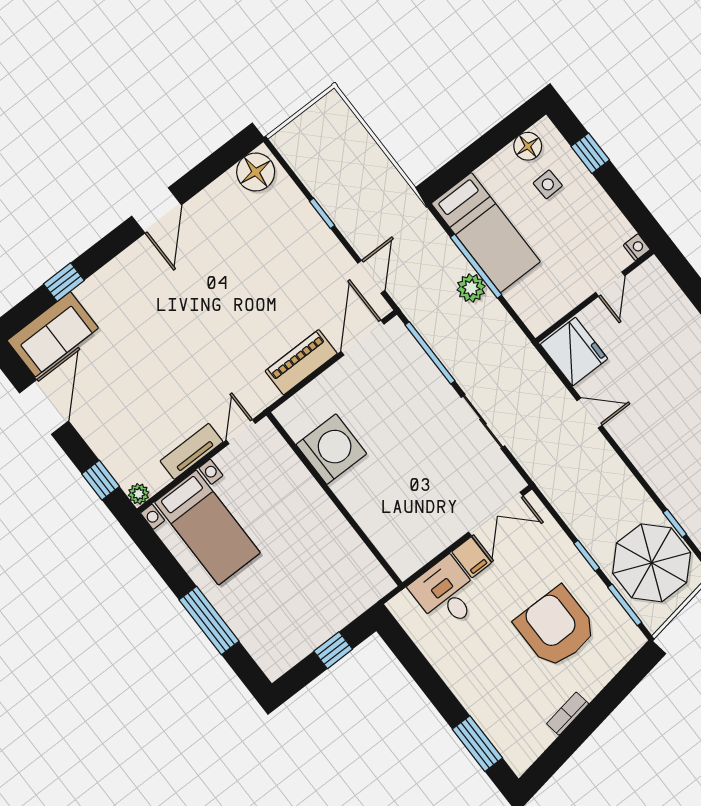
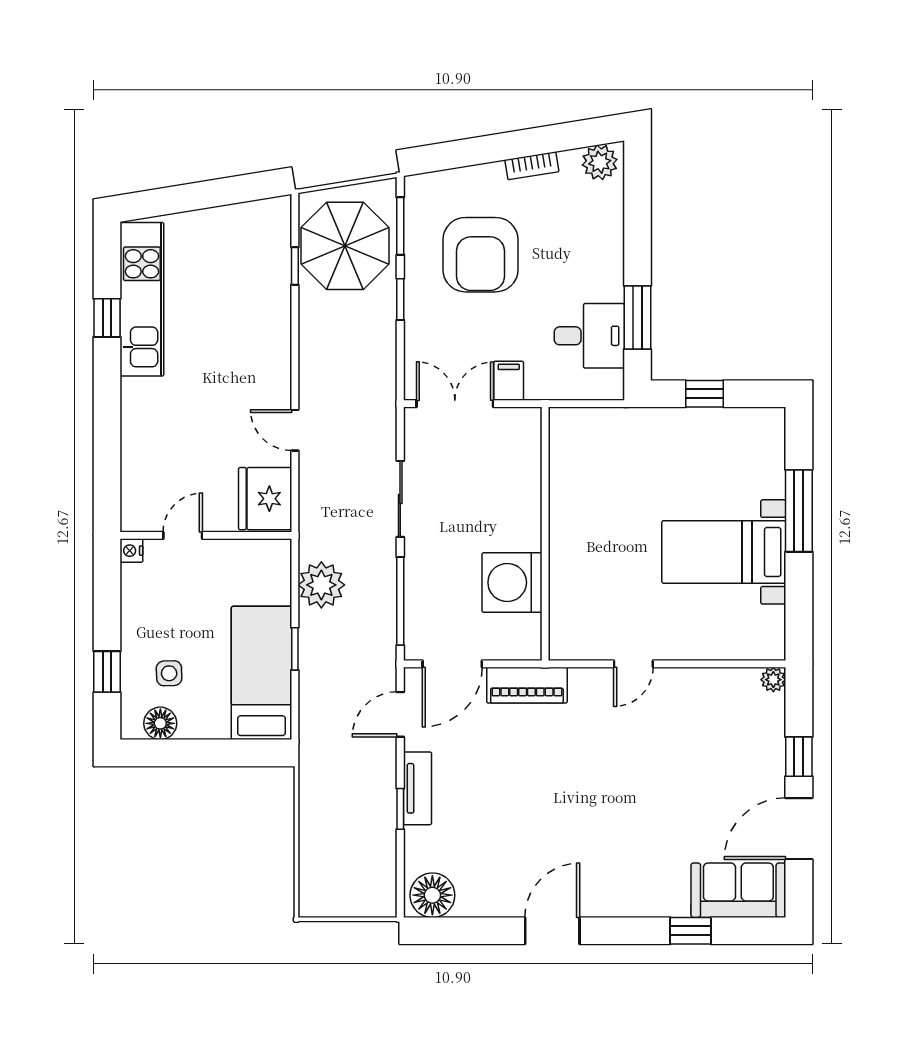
window: (476, 266) -> (295, 649), width x0.46
plant: (471, 288) -> (321, 585), moved, width x1.36, depth x1.36
washing machine: (331, 449) -> (512, 582), moved
tv unit: (191, 451) -> (417, 788), moved, turned -90
window: (101, 480) -> (799, 757), moved
wall: (334, 499) -> (545, 534), moved
bed with nightstands: (207, 527) -> (724, 552), moved, turned -90
desk: (446, 593) -> (589, 336), moved, turned -90
window: (477, 744) -> (637, 317), moved
plant: (524, 751) -> (600, 162), added

